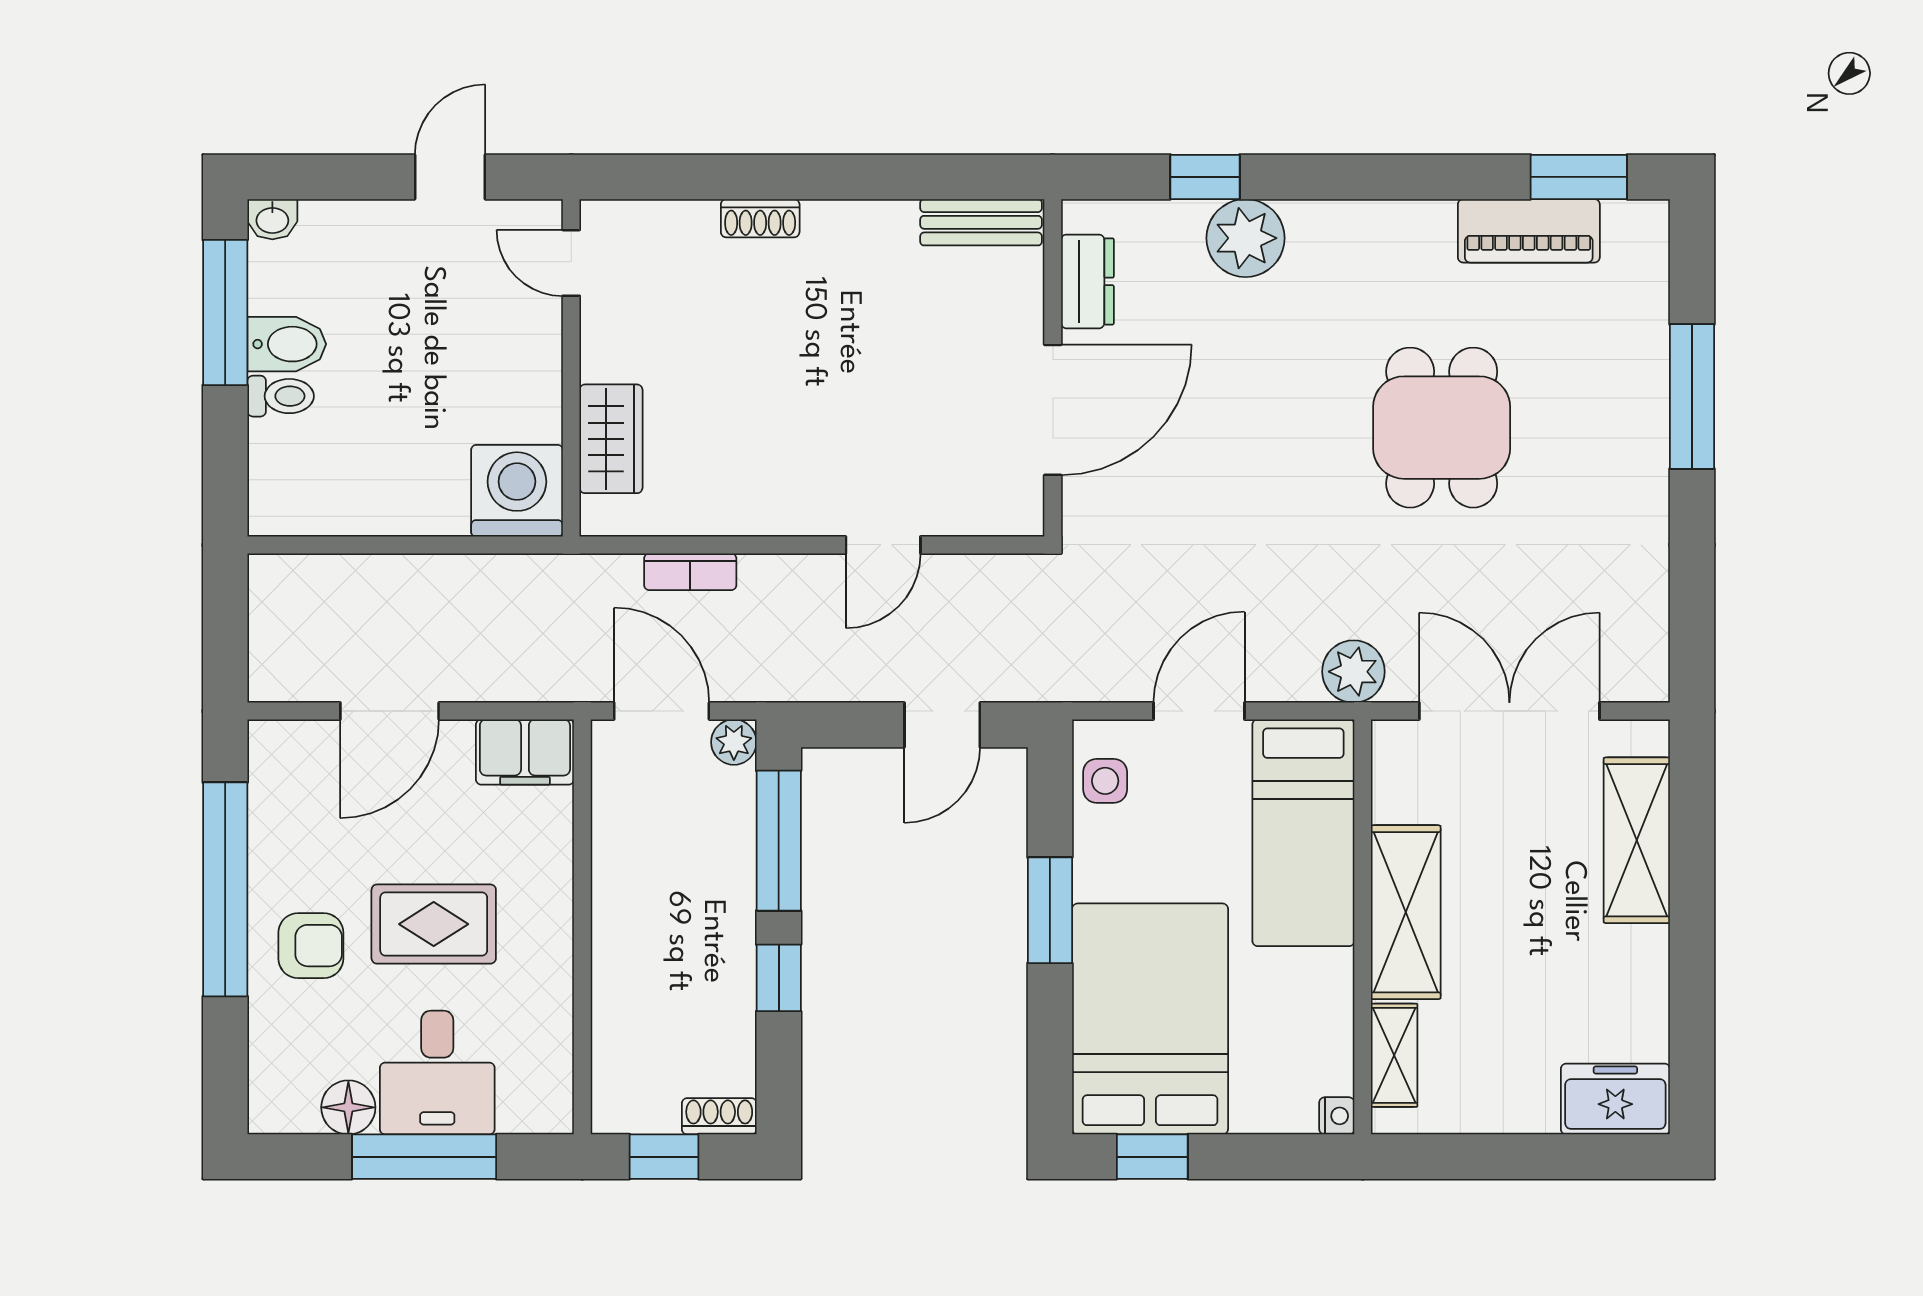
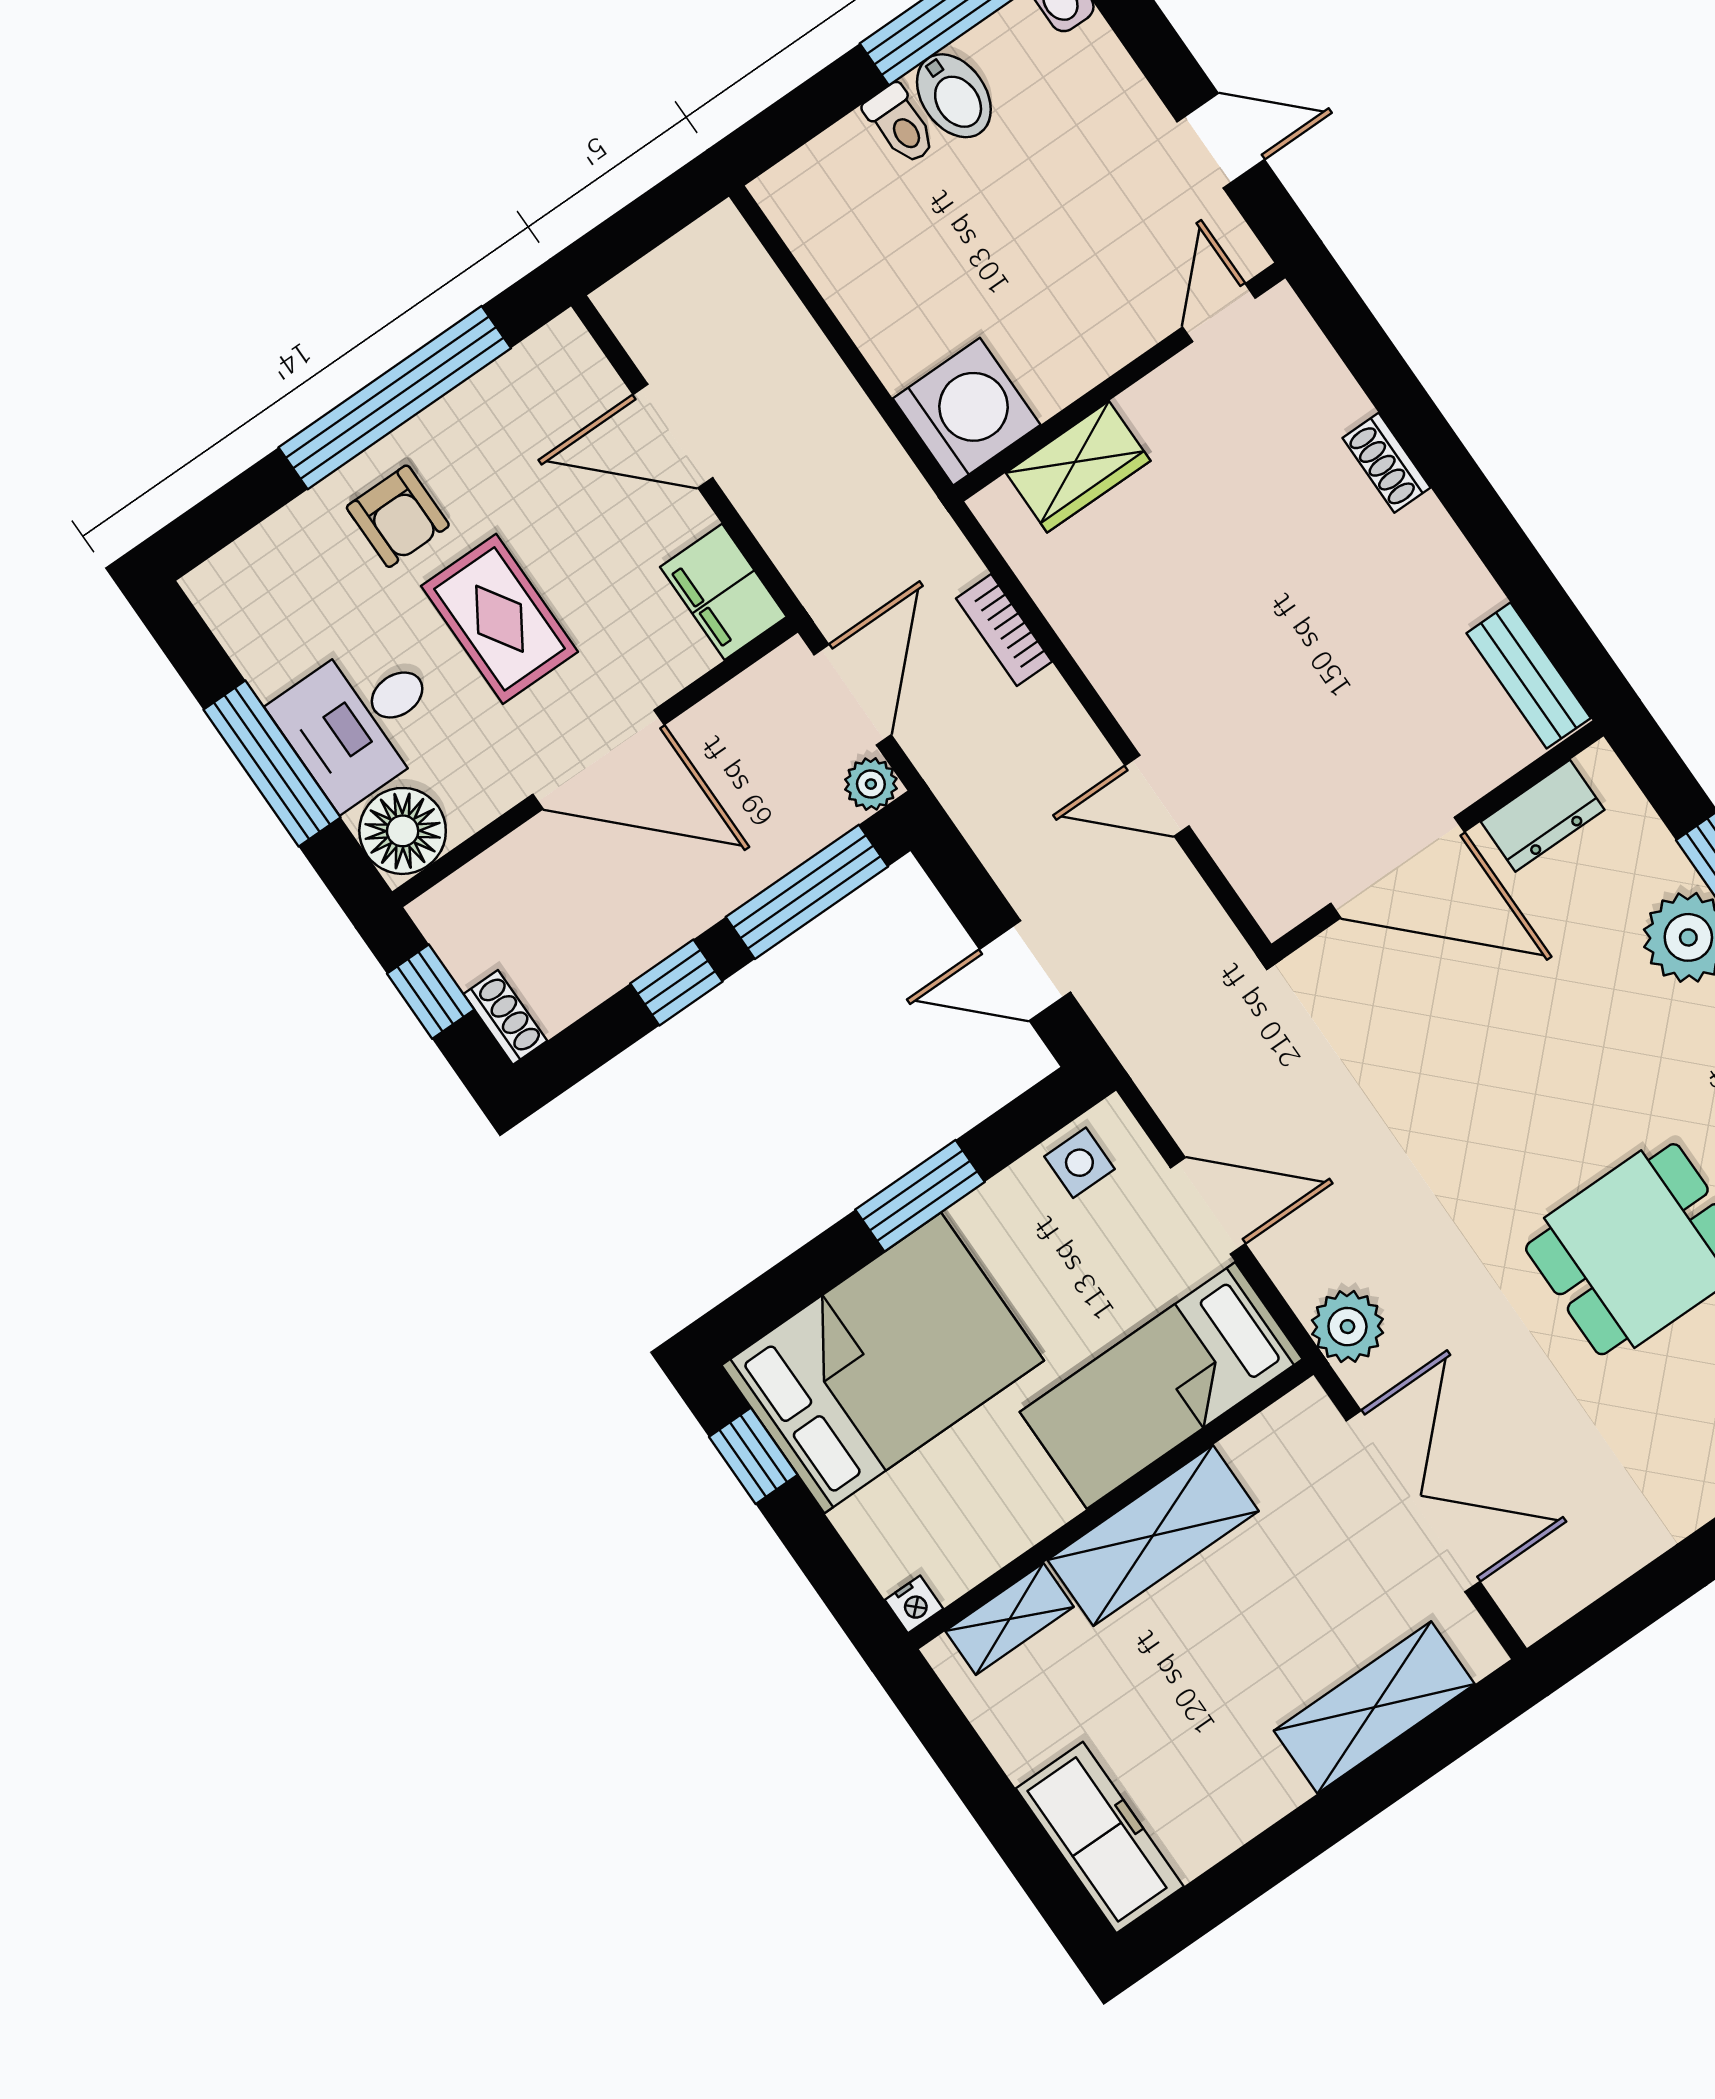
door: (582, 923) -> (598, 760), added
freezer: (1615, 1099) -> (1100, 1837), width x1.40
floor lamp: (348, 1107) -> (403, 831), moved, width x1.38, depth x1.38

